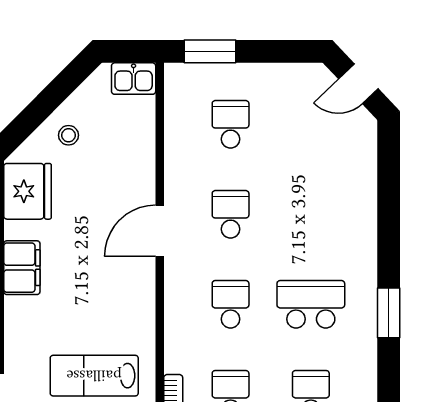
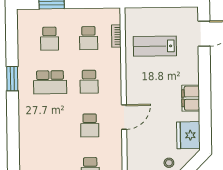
lab bench: (94, 376) -> (155, 46), turned 180

